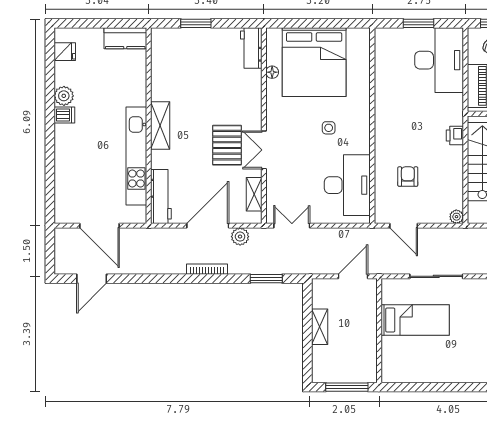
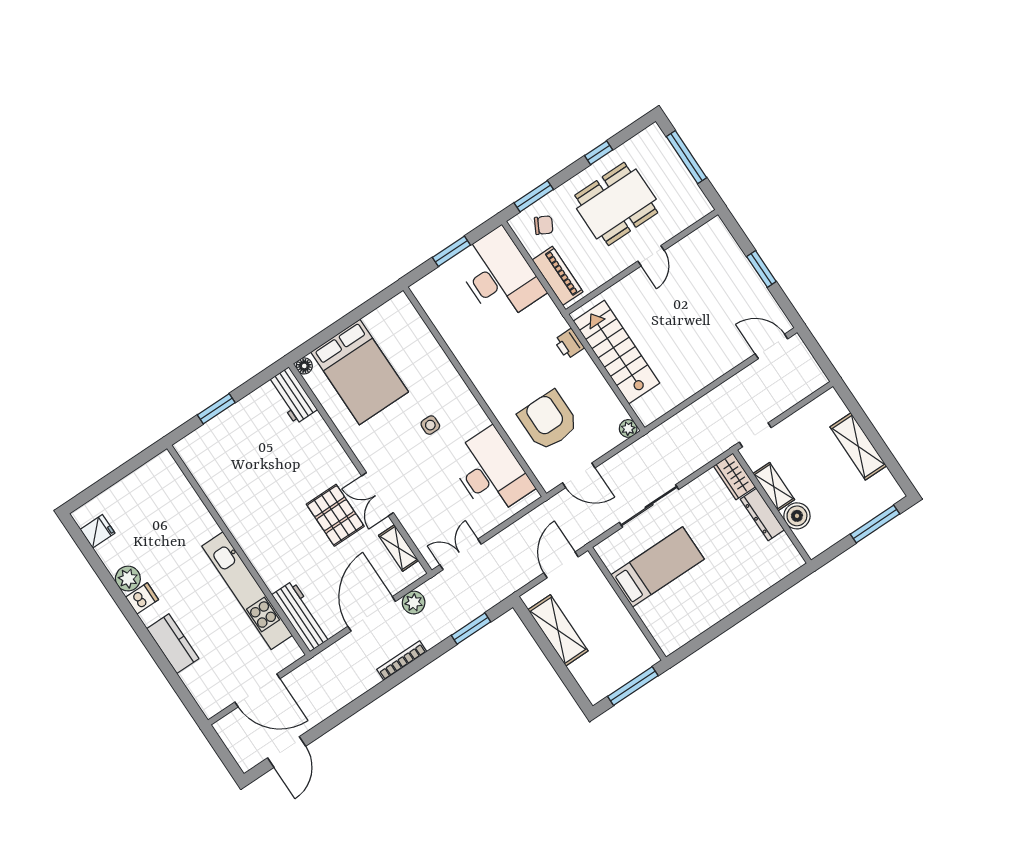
kitchen counter: (125, 38) -> (173, 644), moved, turned -90
bed: (314, 62) -> (360, 372), width x0.73
floor lamp: (272, 72) -> (304, 366), moved
shelving: (160, 125) -> (251, 542), removed
armchair: (408, 177) -> (548, 421), width x1.88, depth x1.88
shelving: (320, 327) -> (558, 630), width x1.50, depth x1.33

